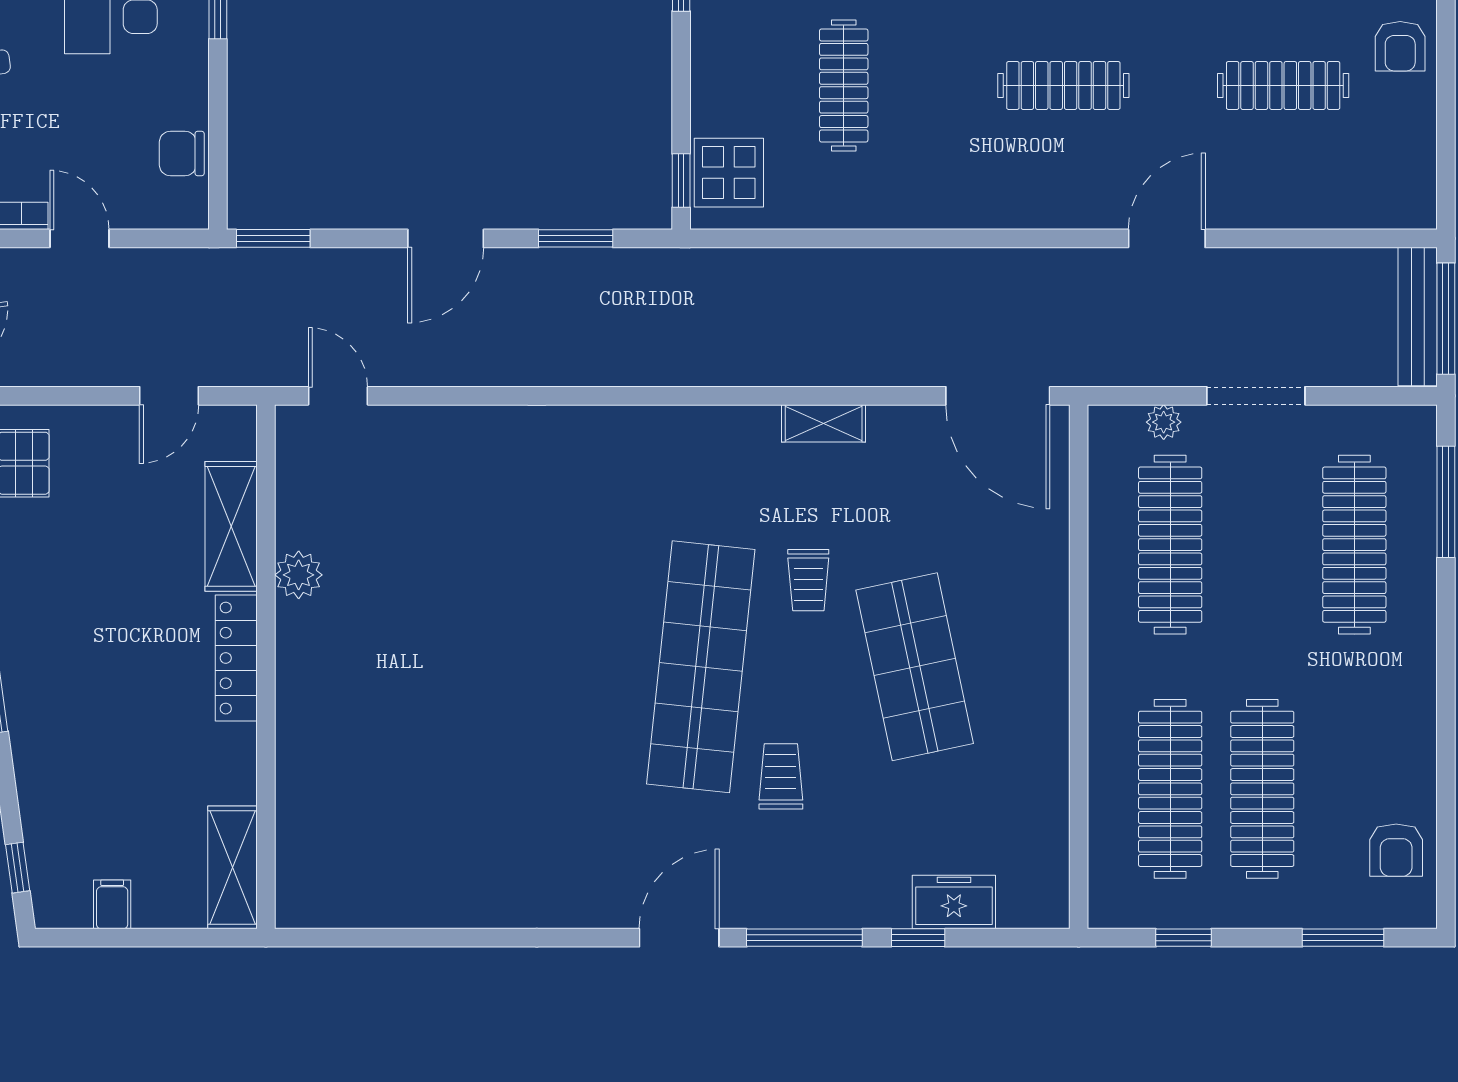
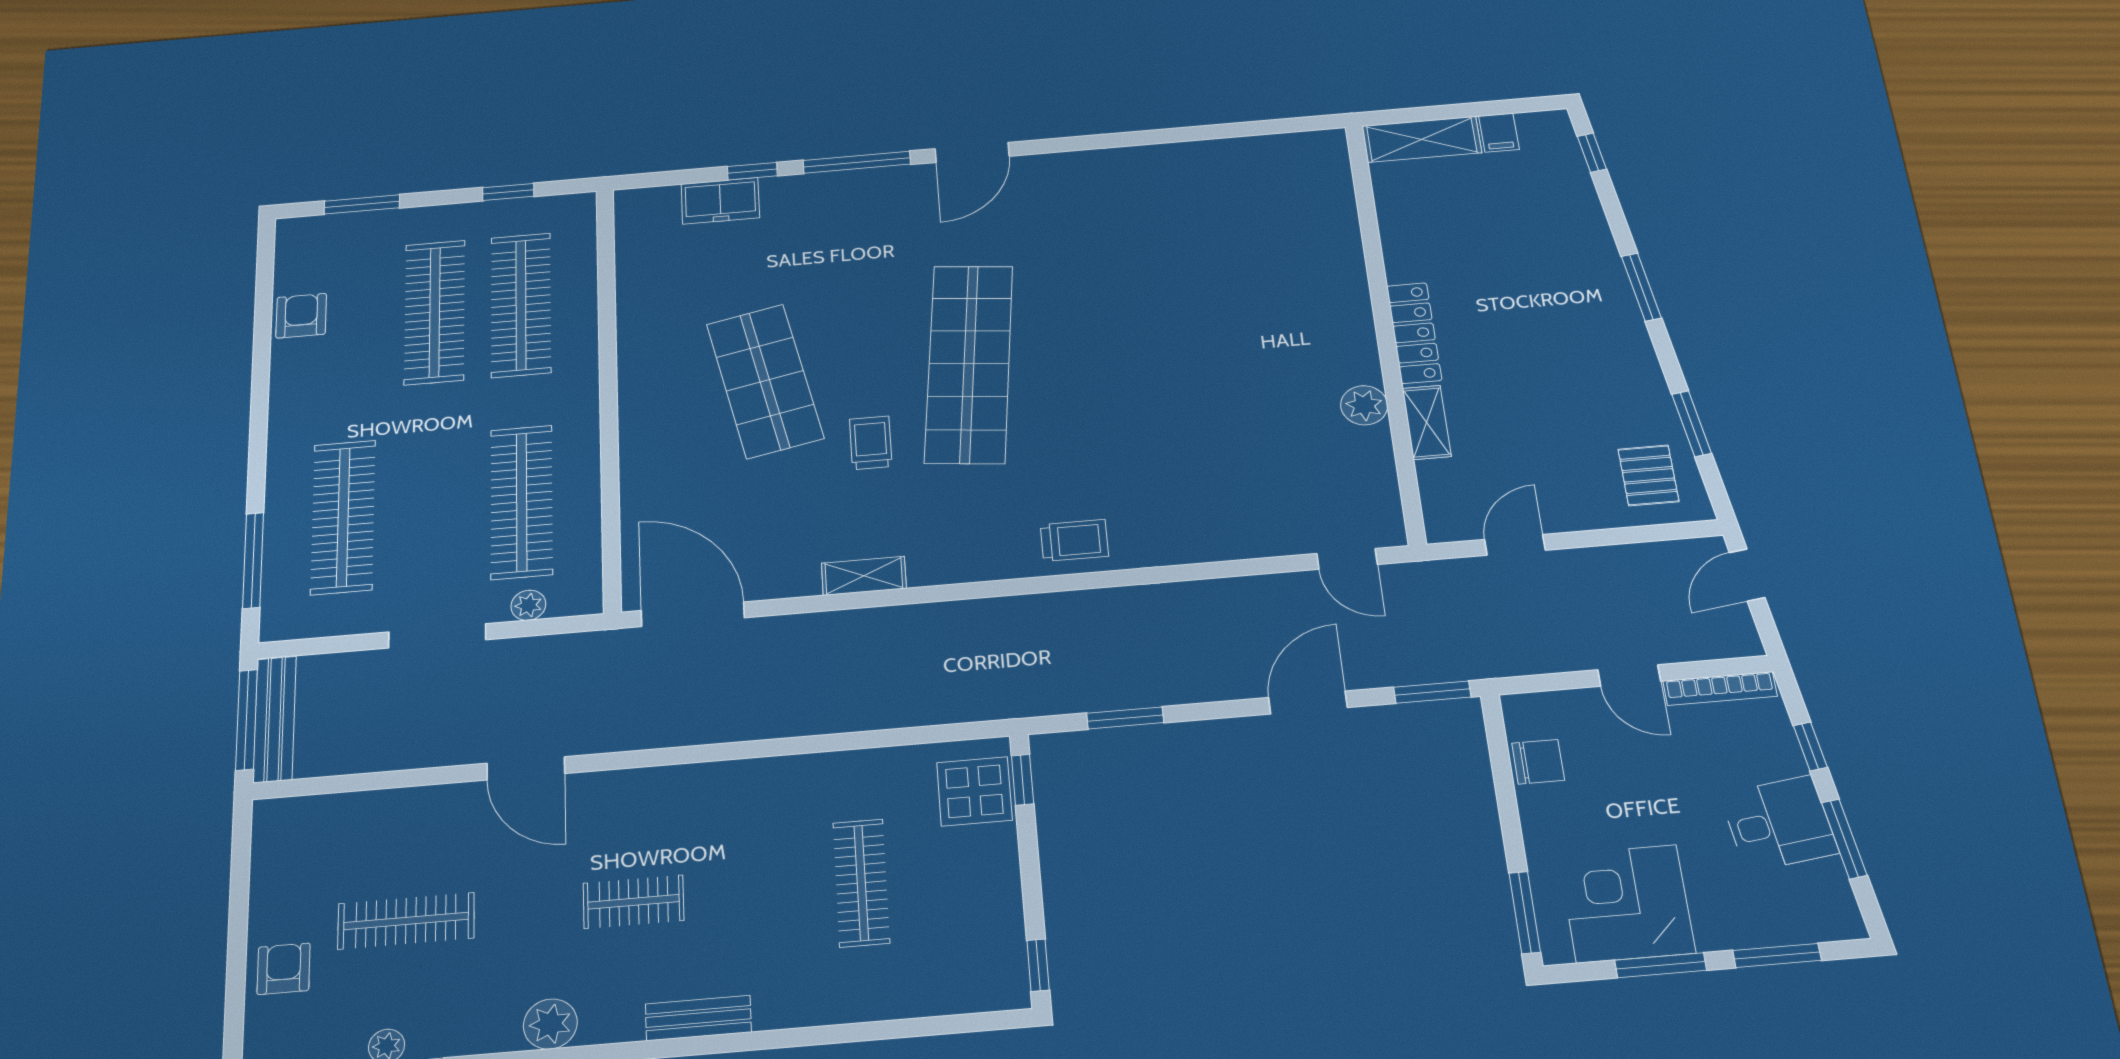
clothes rail: (1063, 85) -> (634, 902), width x0.73
door: (446, 238) -> (1308, 703), moved
door: (1167, 238) -> (526, 768), hinge flipped
shelving: (231, 526) -> (1427, 422), width x0.67, depth x0.75
trolley: (781, 776) -> (1074, 540), moved, turned -90
armchair: (1396, 850) -> (301, 316), moved
shelving: (232, 867) -> (1422, 139), moved, turned 90

